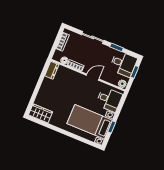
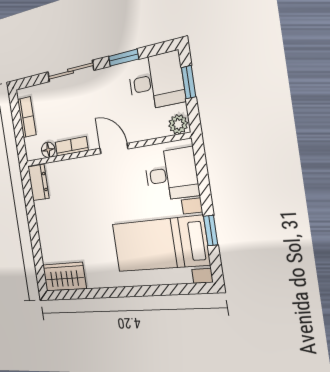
door: (93, 77) -> (114, 149), hinge flipped

